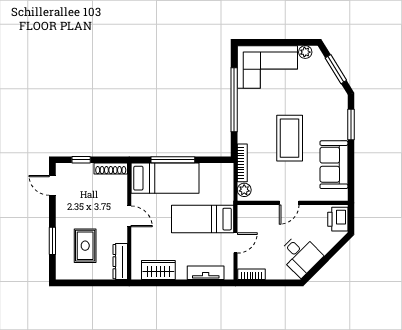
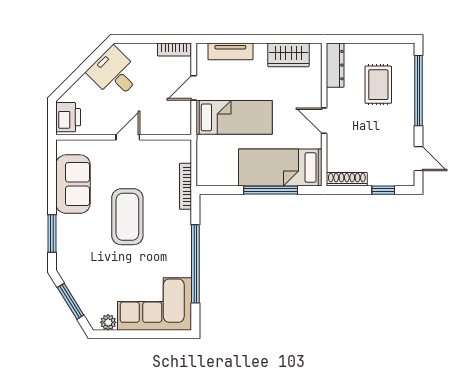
plant: (244, 190) -> (183, 153), removed
window: (52, 241) -> (418, 91), width x2.11

